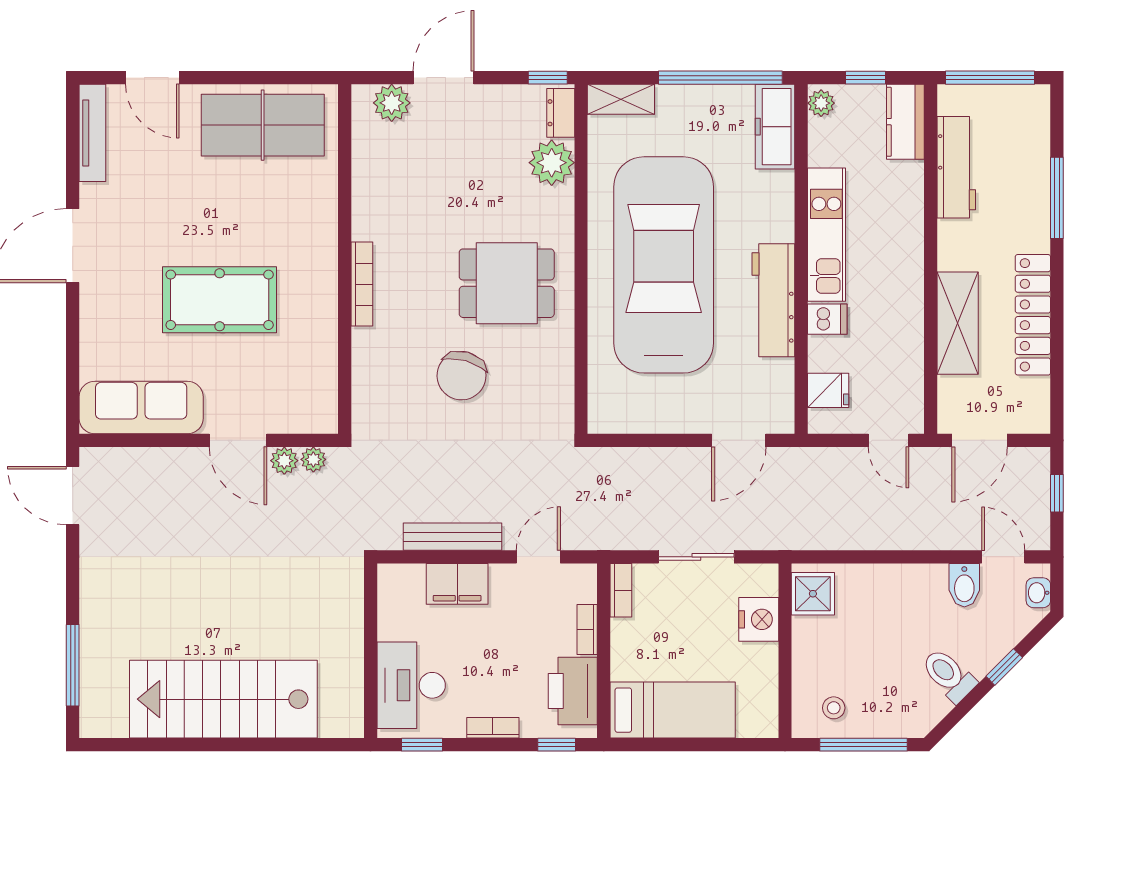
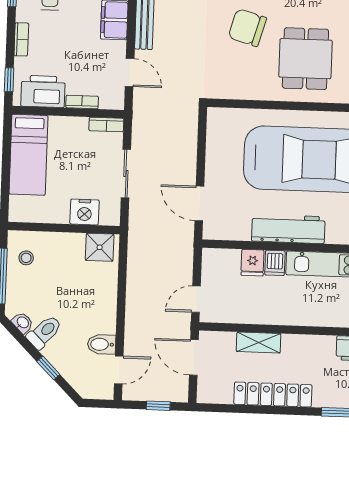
shelving: (958, 323) -> (259, 343), width x0.67, depth x0.75
fridge: (828, 390) -> (252, 263), moved
washbasin: (1038, 593) -> (23, 323), moved, turned 45

